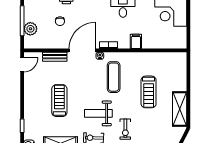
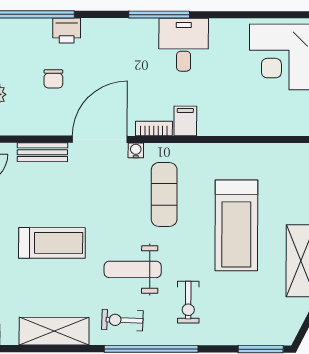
filing cabinet: (136, 41) -> (185, 121), moved
treadmill: (149, 92) -> (236, 225), width x1.37, depth x1.38
treadmill: (59, 101) -> (52, 243), turned 90

